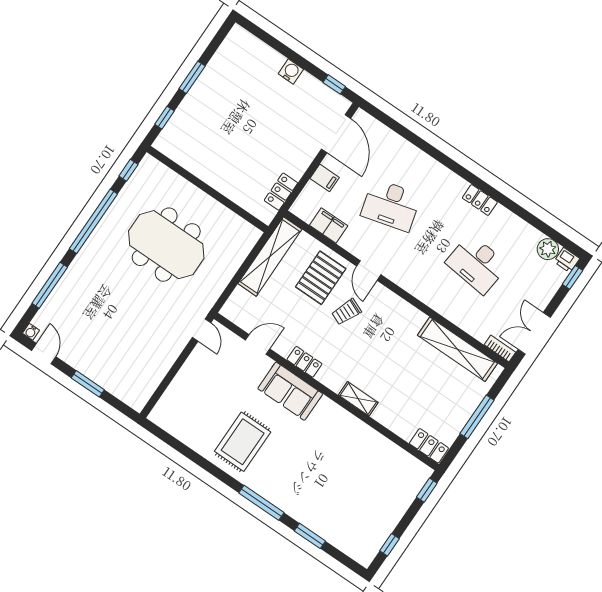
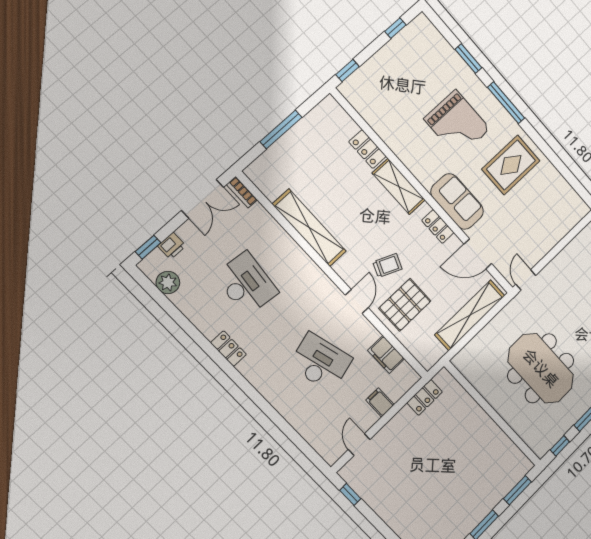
water cooler: (291, 71) -> (390, 515), removed
window: (164, 118) -> (517, 490), width x1.50
door: (336, 134) -> (359, 445), width x0.53
shelving: (270, 256) -> (470, 315), moved
printer: (567, 260) -> (172, 246), moved, turned 90
door: (258, 344) -> (478, 254), width x1.38
shelving: (457, 349) -> (309, 228), moved
shelving: (358, 399) -> (399, 187), width x1.50, depth x1.33
locker: (429, 446) -> (367, 149), moved
grand piano: (307, 468) -> (457, 124), added

